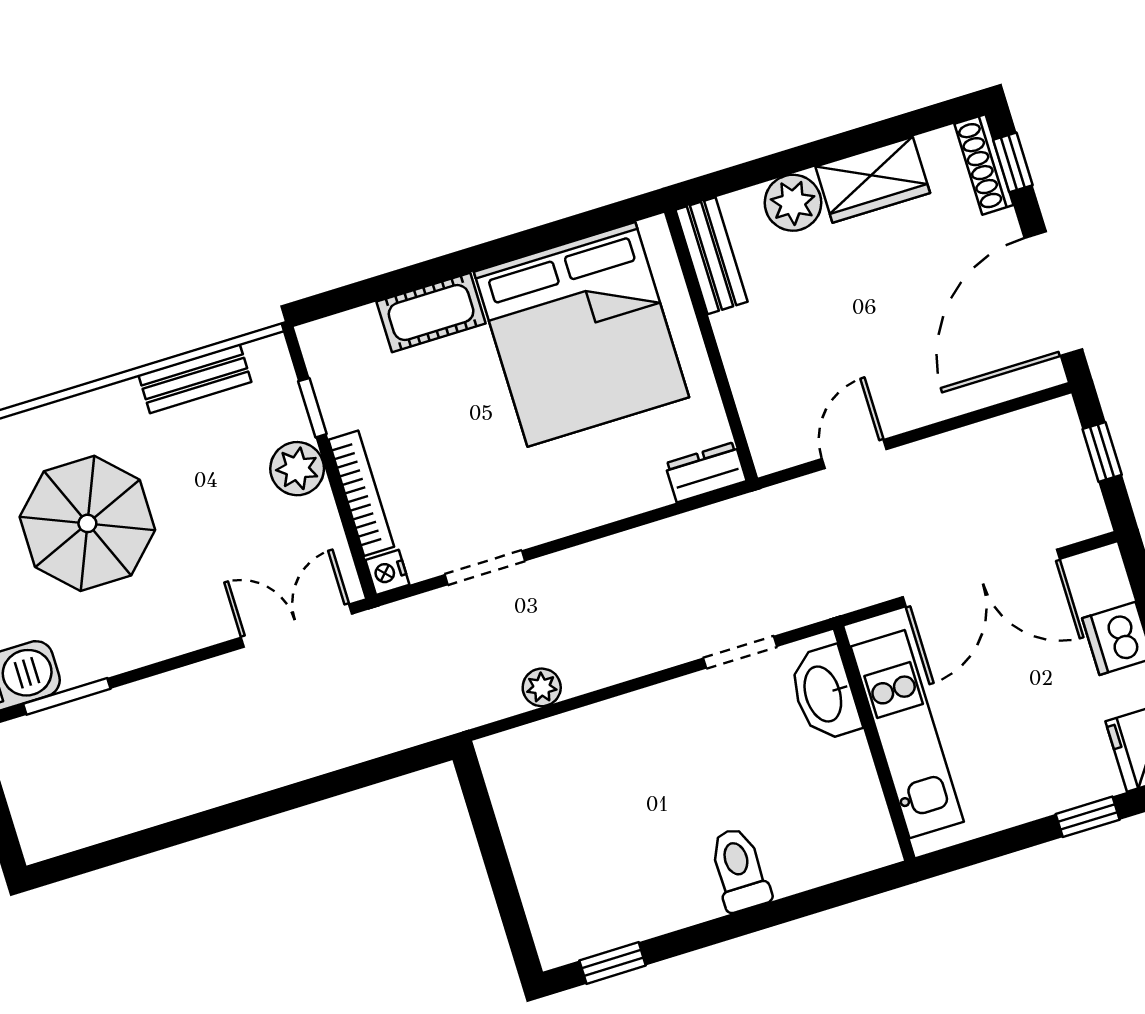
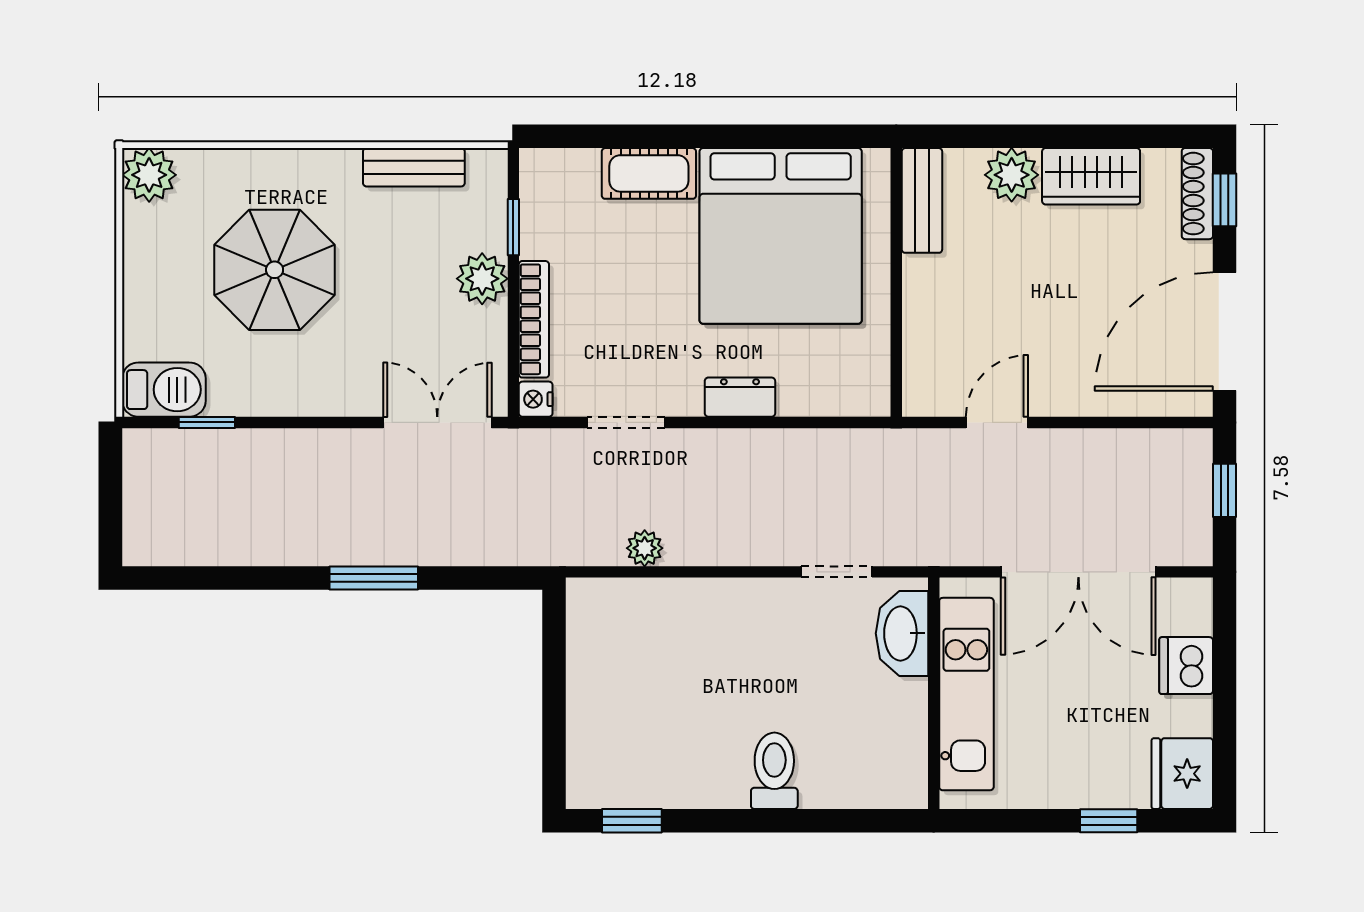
dresser: (706, 472) -> (740, 397), moved
window: (67, 696) -> (207, 422), width x0.67
window: (281, 800) -> (374, 578), added

